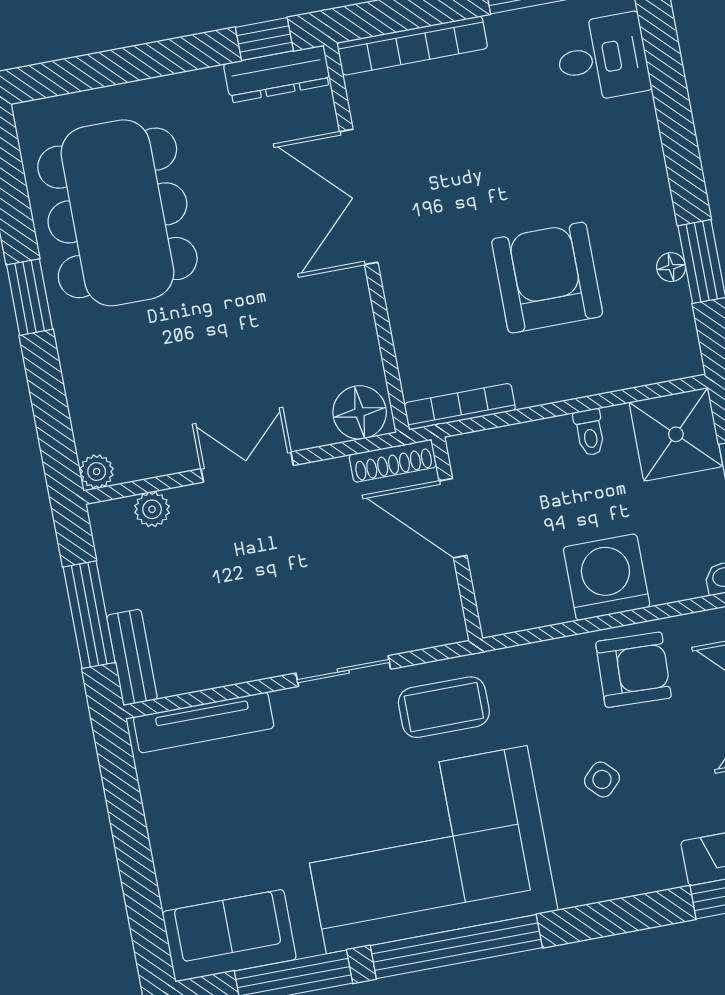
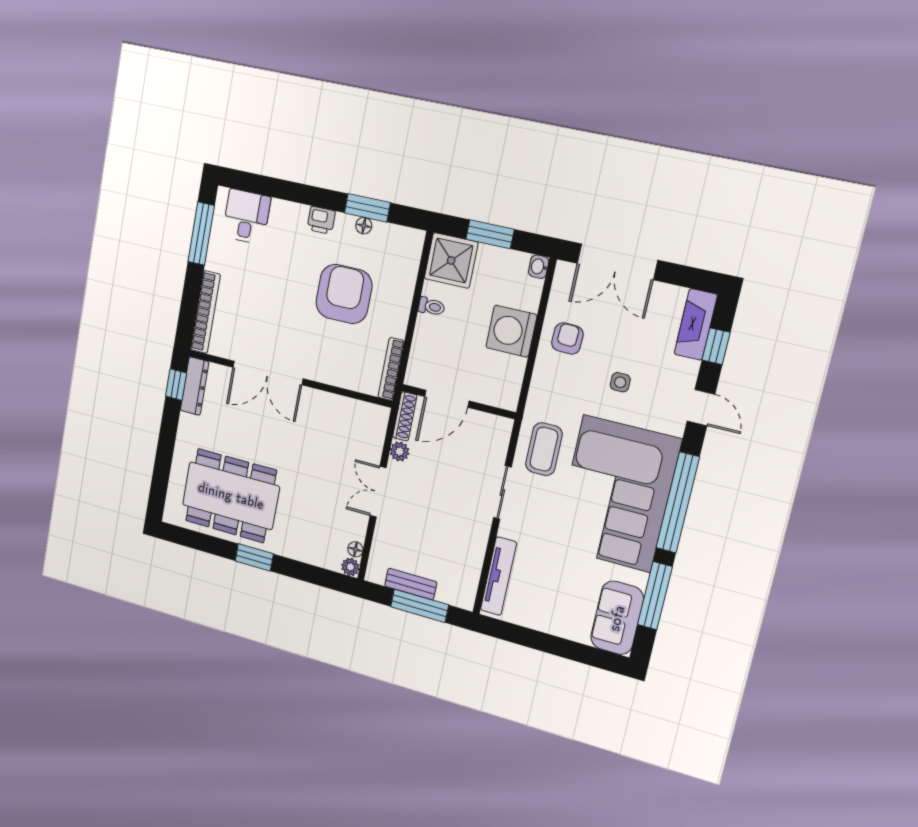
printer: (650, 191) -> (321, 220), added
armchair: (547, 278) -> (344, 294), turned 90
floor lamp: (360, 412) -> (355, 549), moved, width x0.53, depth x0.53
plant: (152, 509) -> (400, 451), moved
bench: (132, 657) -> (411, 584), moved
armchair: (634, 670) -> (567, 338), width x0.72, depth x0.72
side table: (602, 779) -> (620, 382), turned 45
door: (618, 916) -> (701, 408), added

